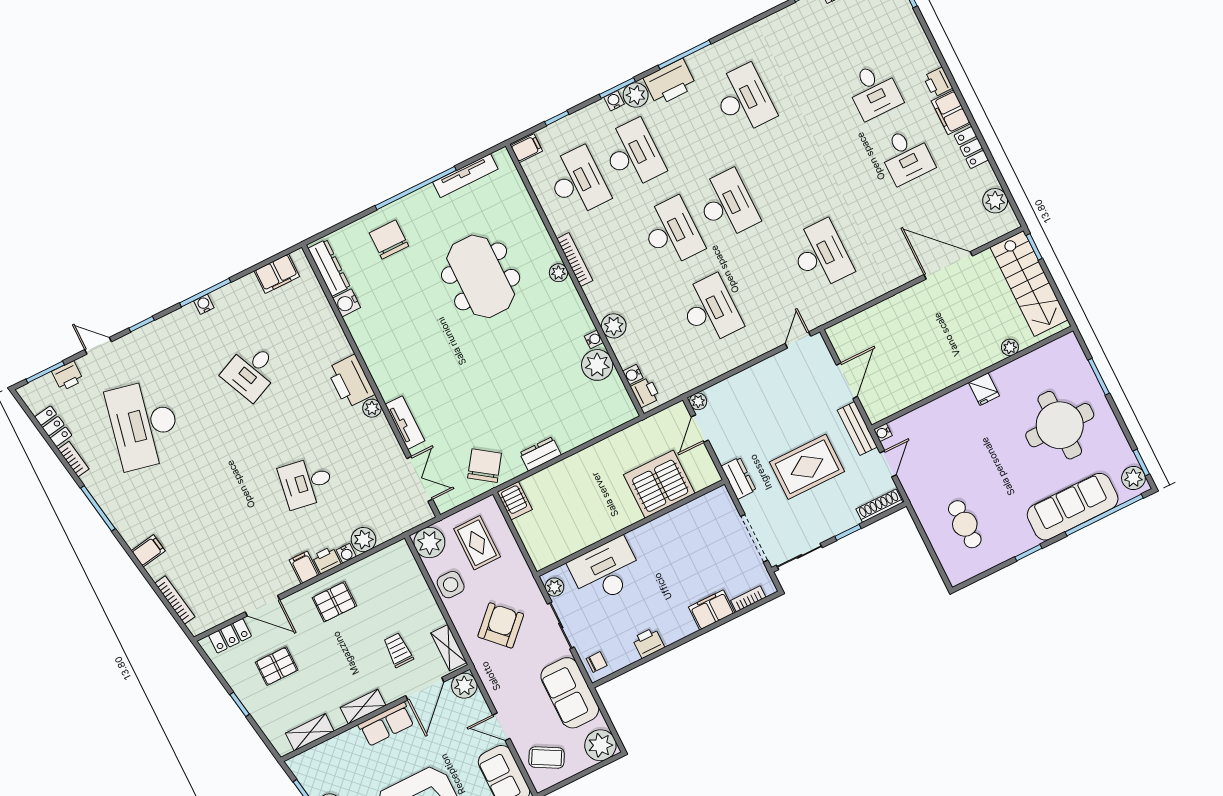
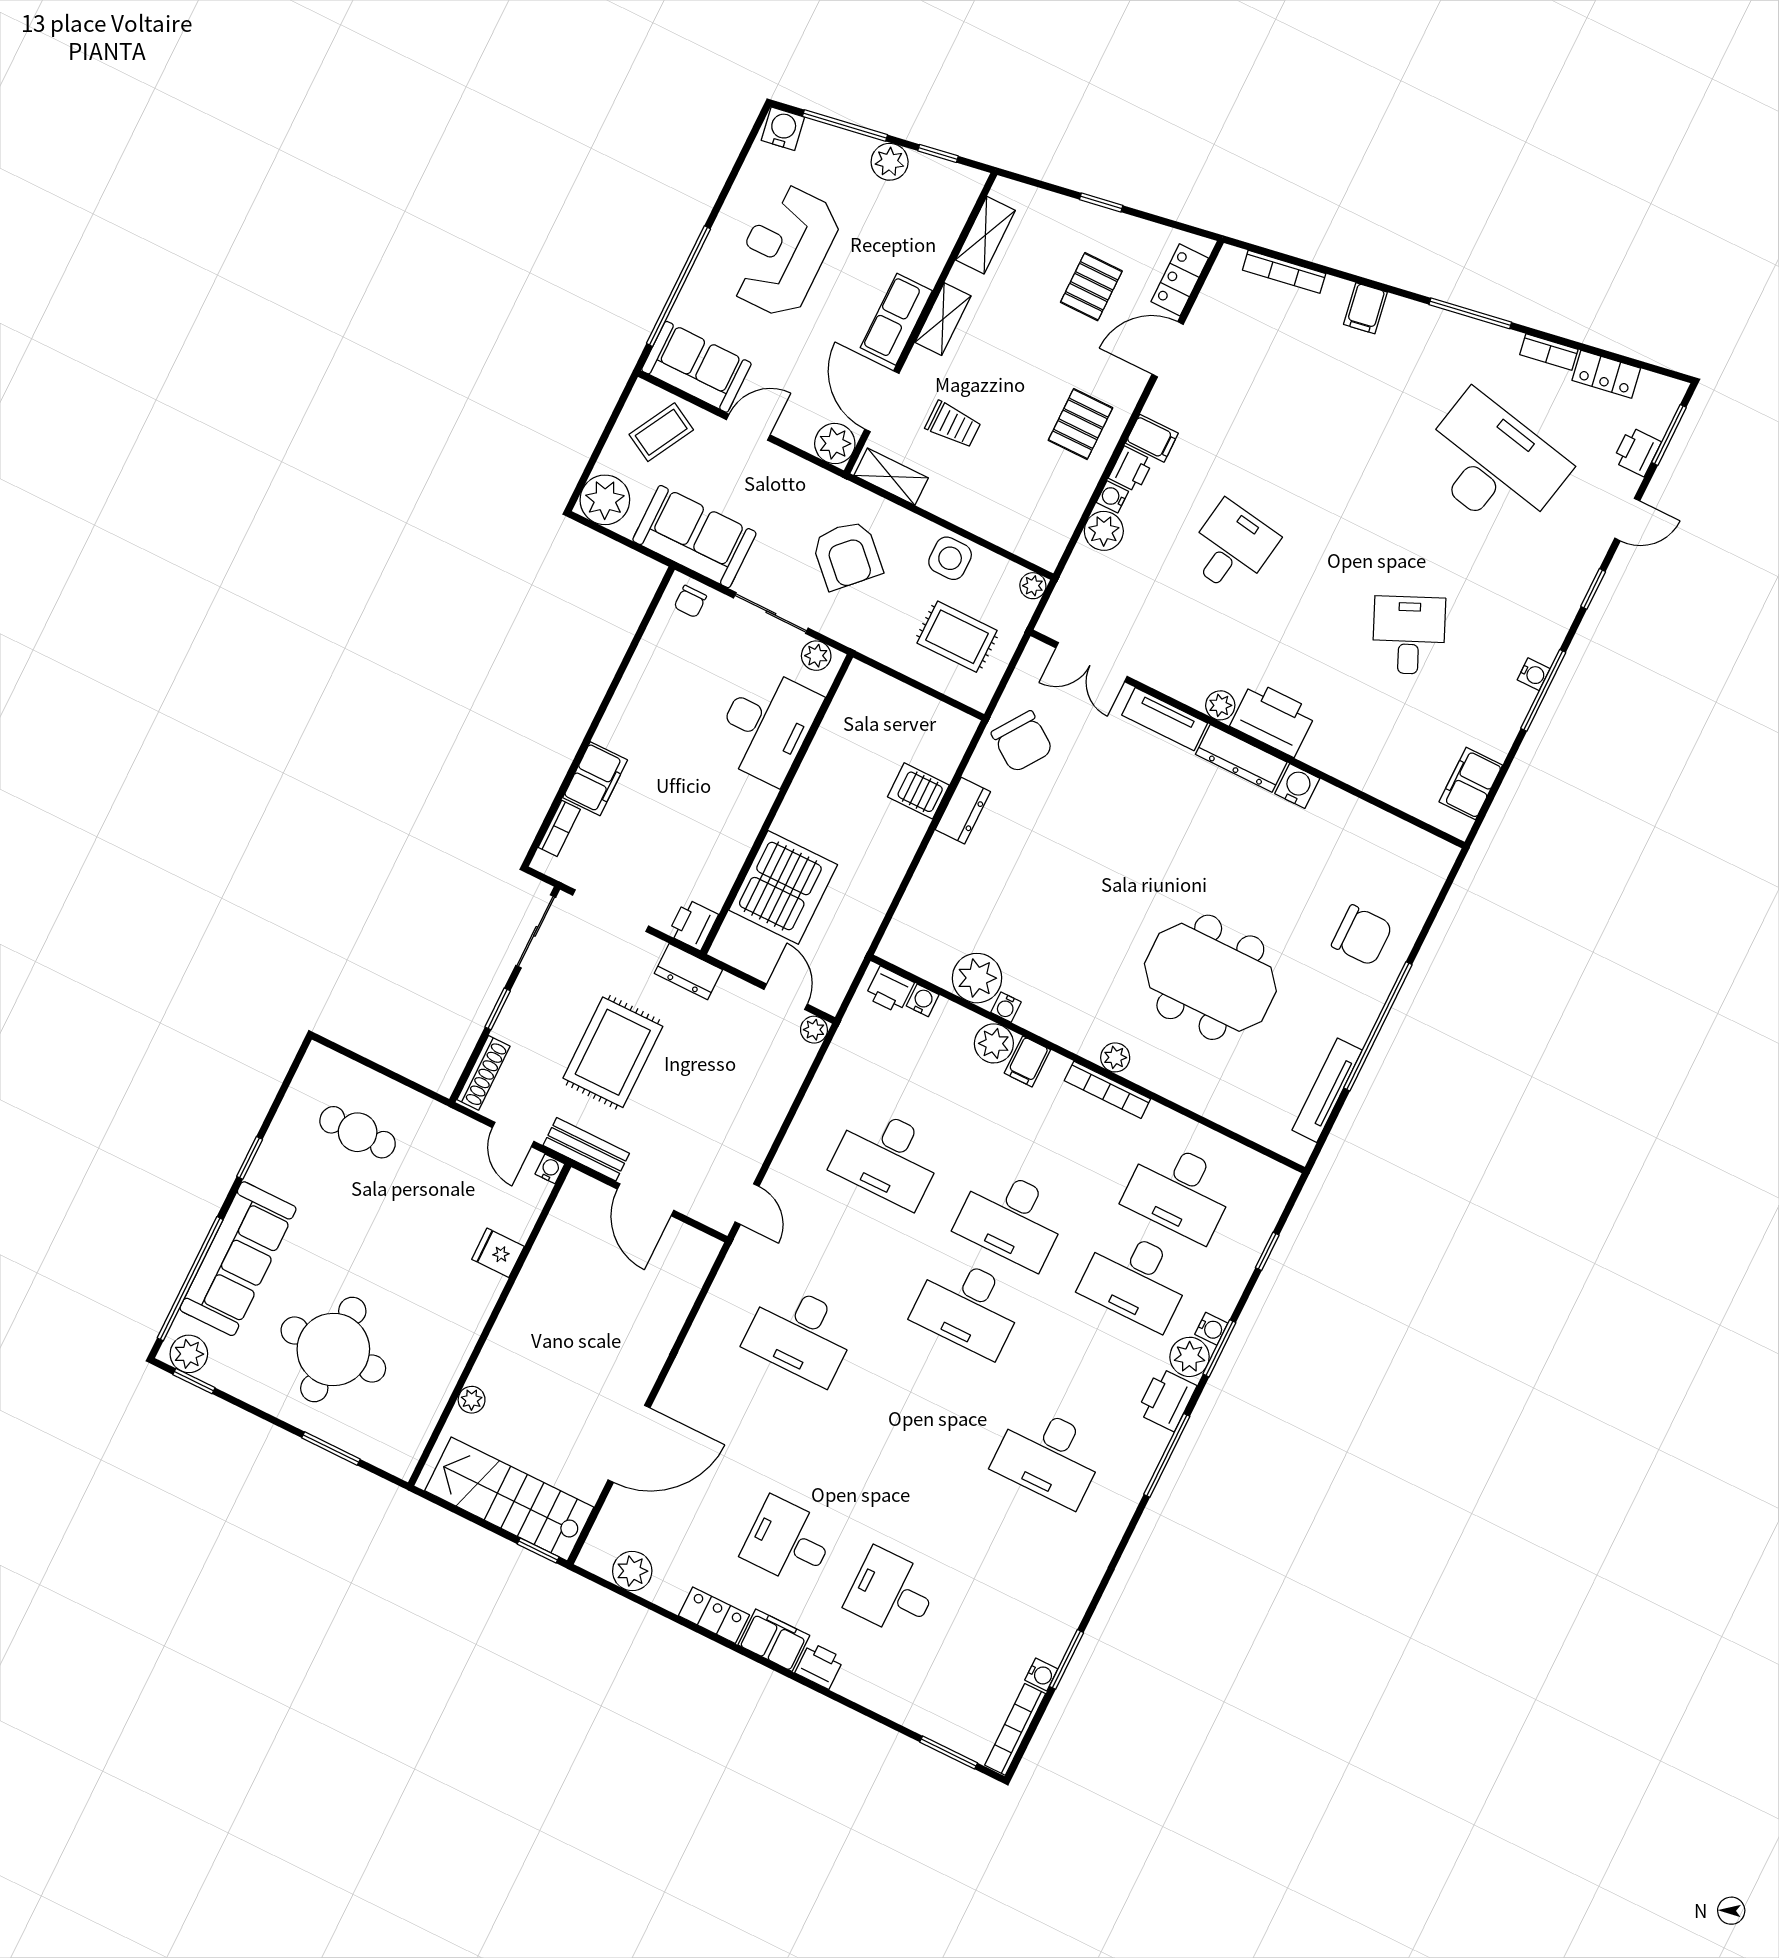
printer: (670, 82) -> (1167, 1399), width x0.73, depth x0.84
filing cabinet: (526, 148) -> (1027, 1061), moved
dresser: (329, 268) -> (1241, 758), moved
water cooler: (347, 303) -> (1297, 786), moved
fridge: (984, 389) -> (498, 1253), moved
server rack: (515, 501) -> (918, 791), moved
plant: (429, 543) -> (1033, 586), width x0.53, depth x0.53
printer: (648, 643) -> (693, 925), moved, turned 180

